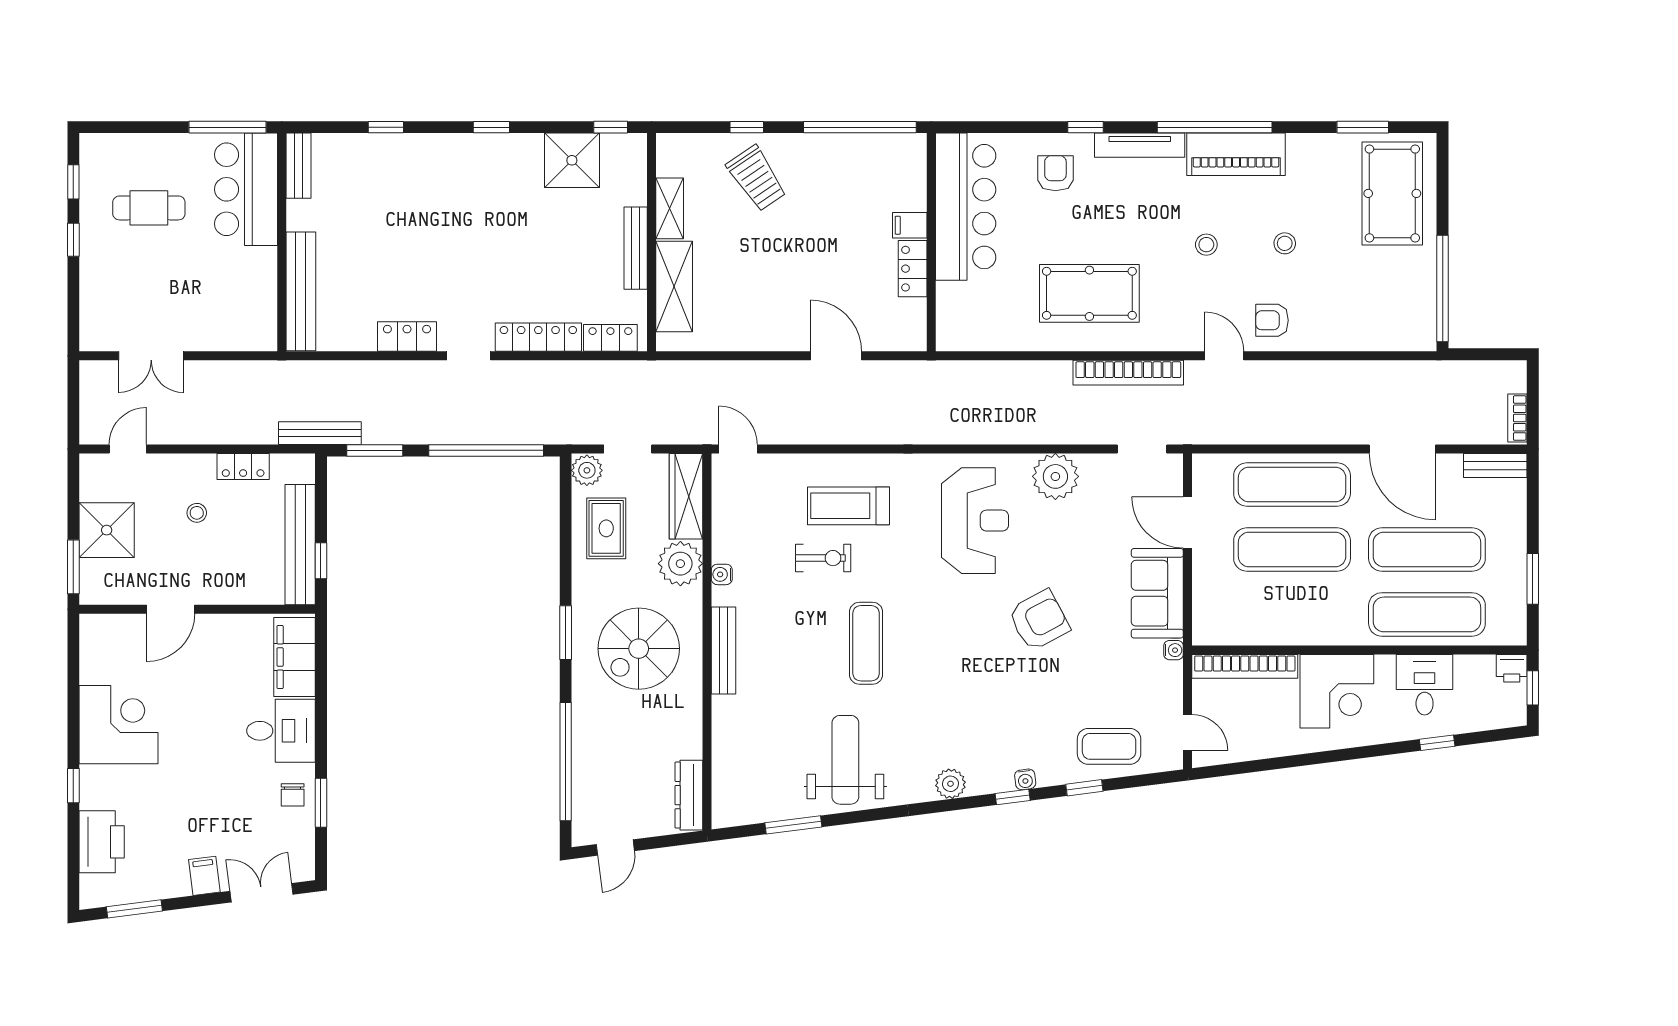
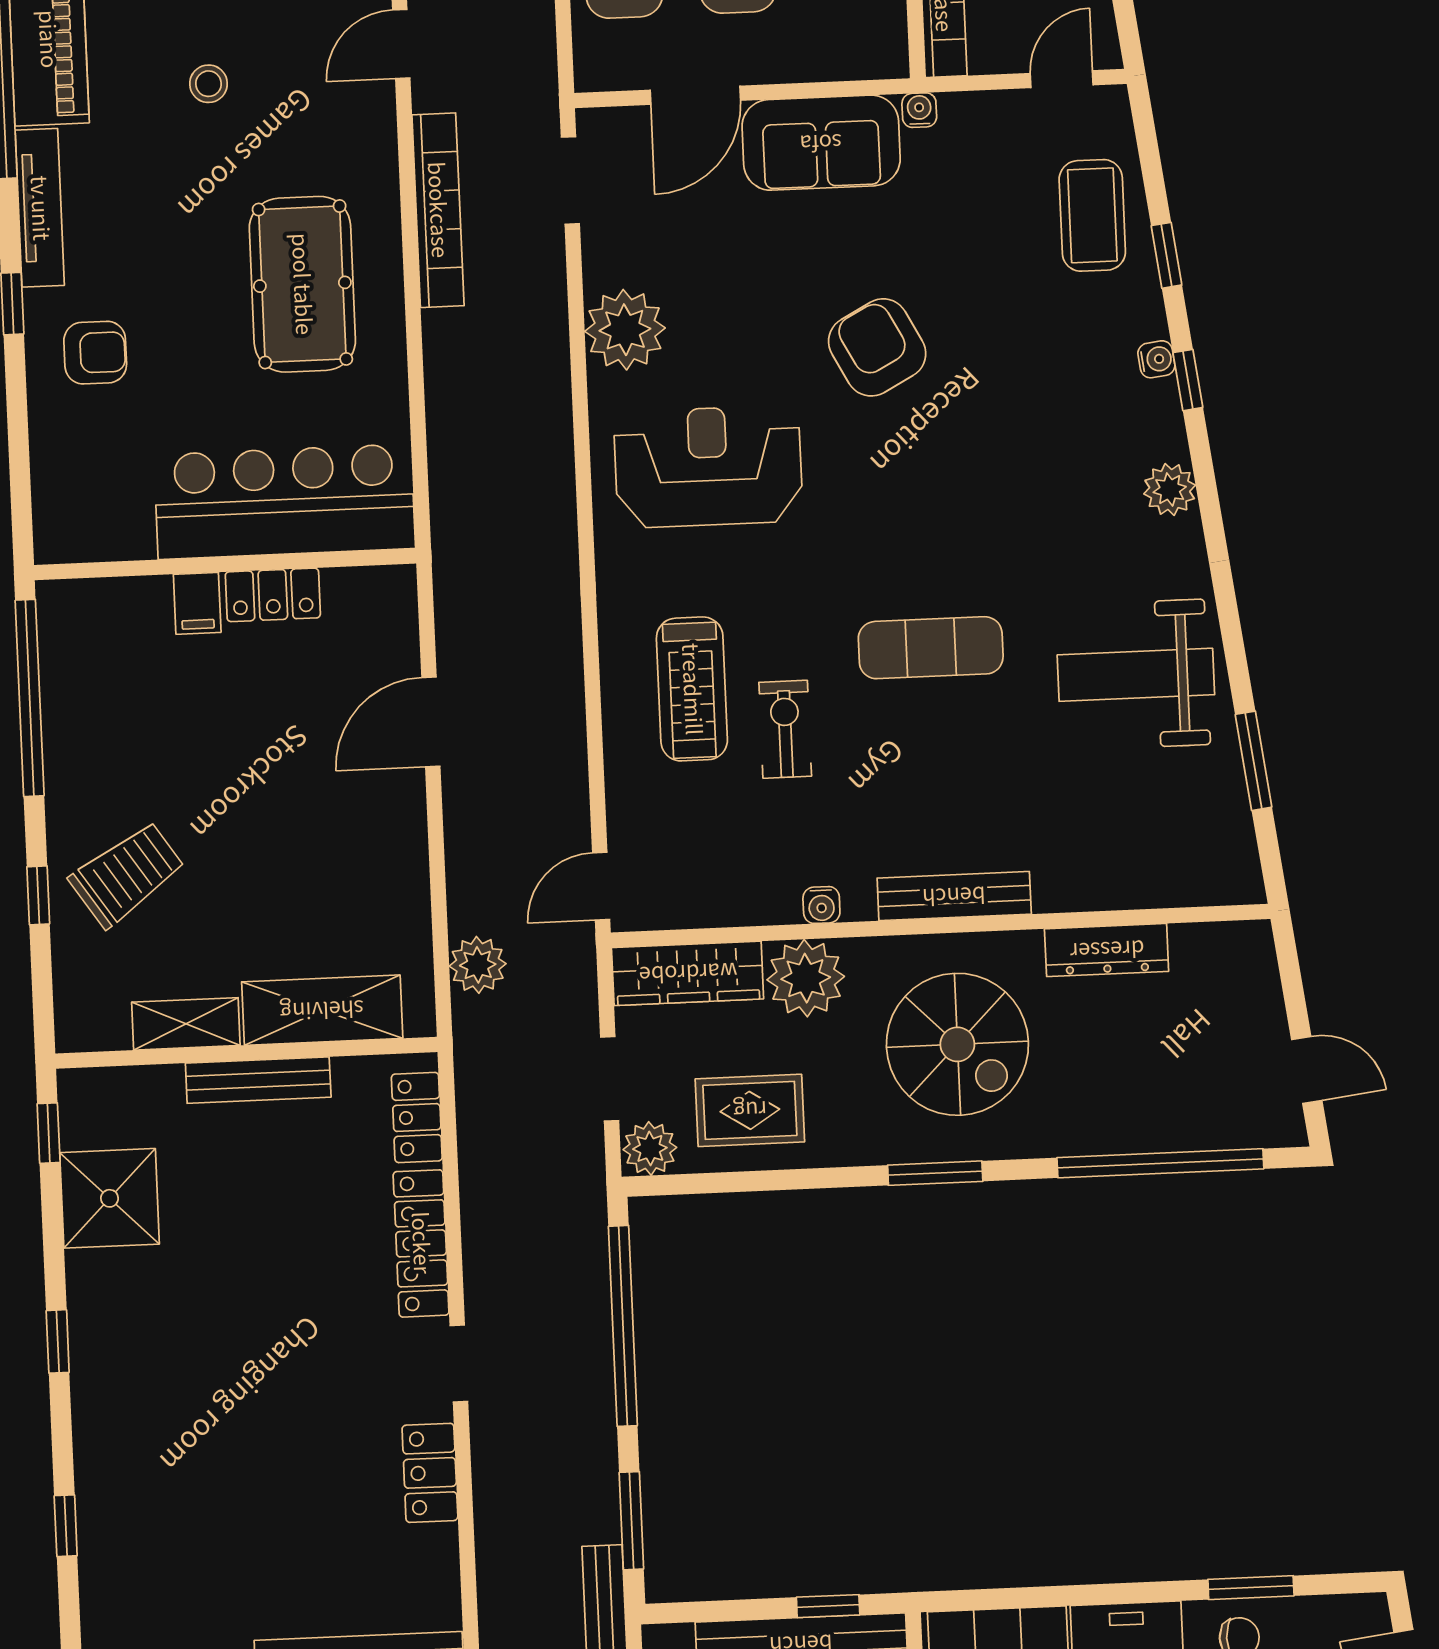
armchair: (1055, 173) -> (95, 353), turned 180
bar counter: (966, 207) -> (285, 502), moved
plant: (696, 376) -> (478, 965), added
dresser: (689, 795) -> (1107, 950), moved

